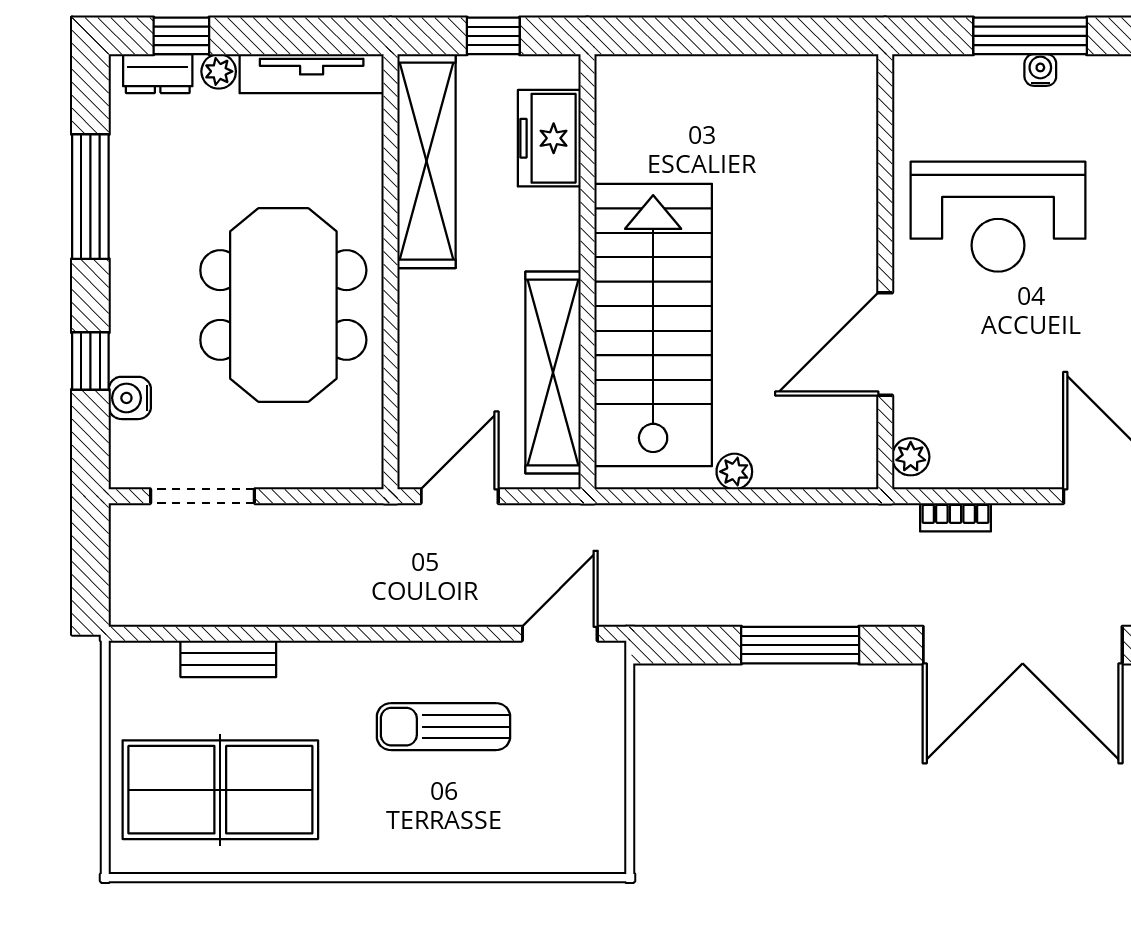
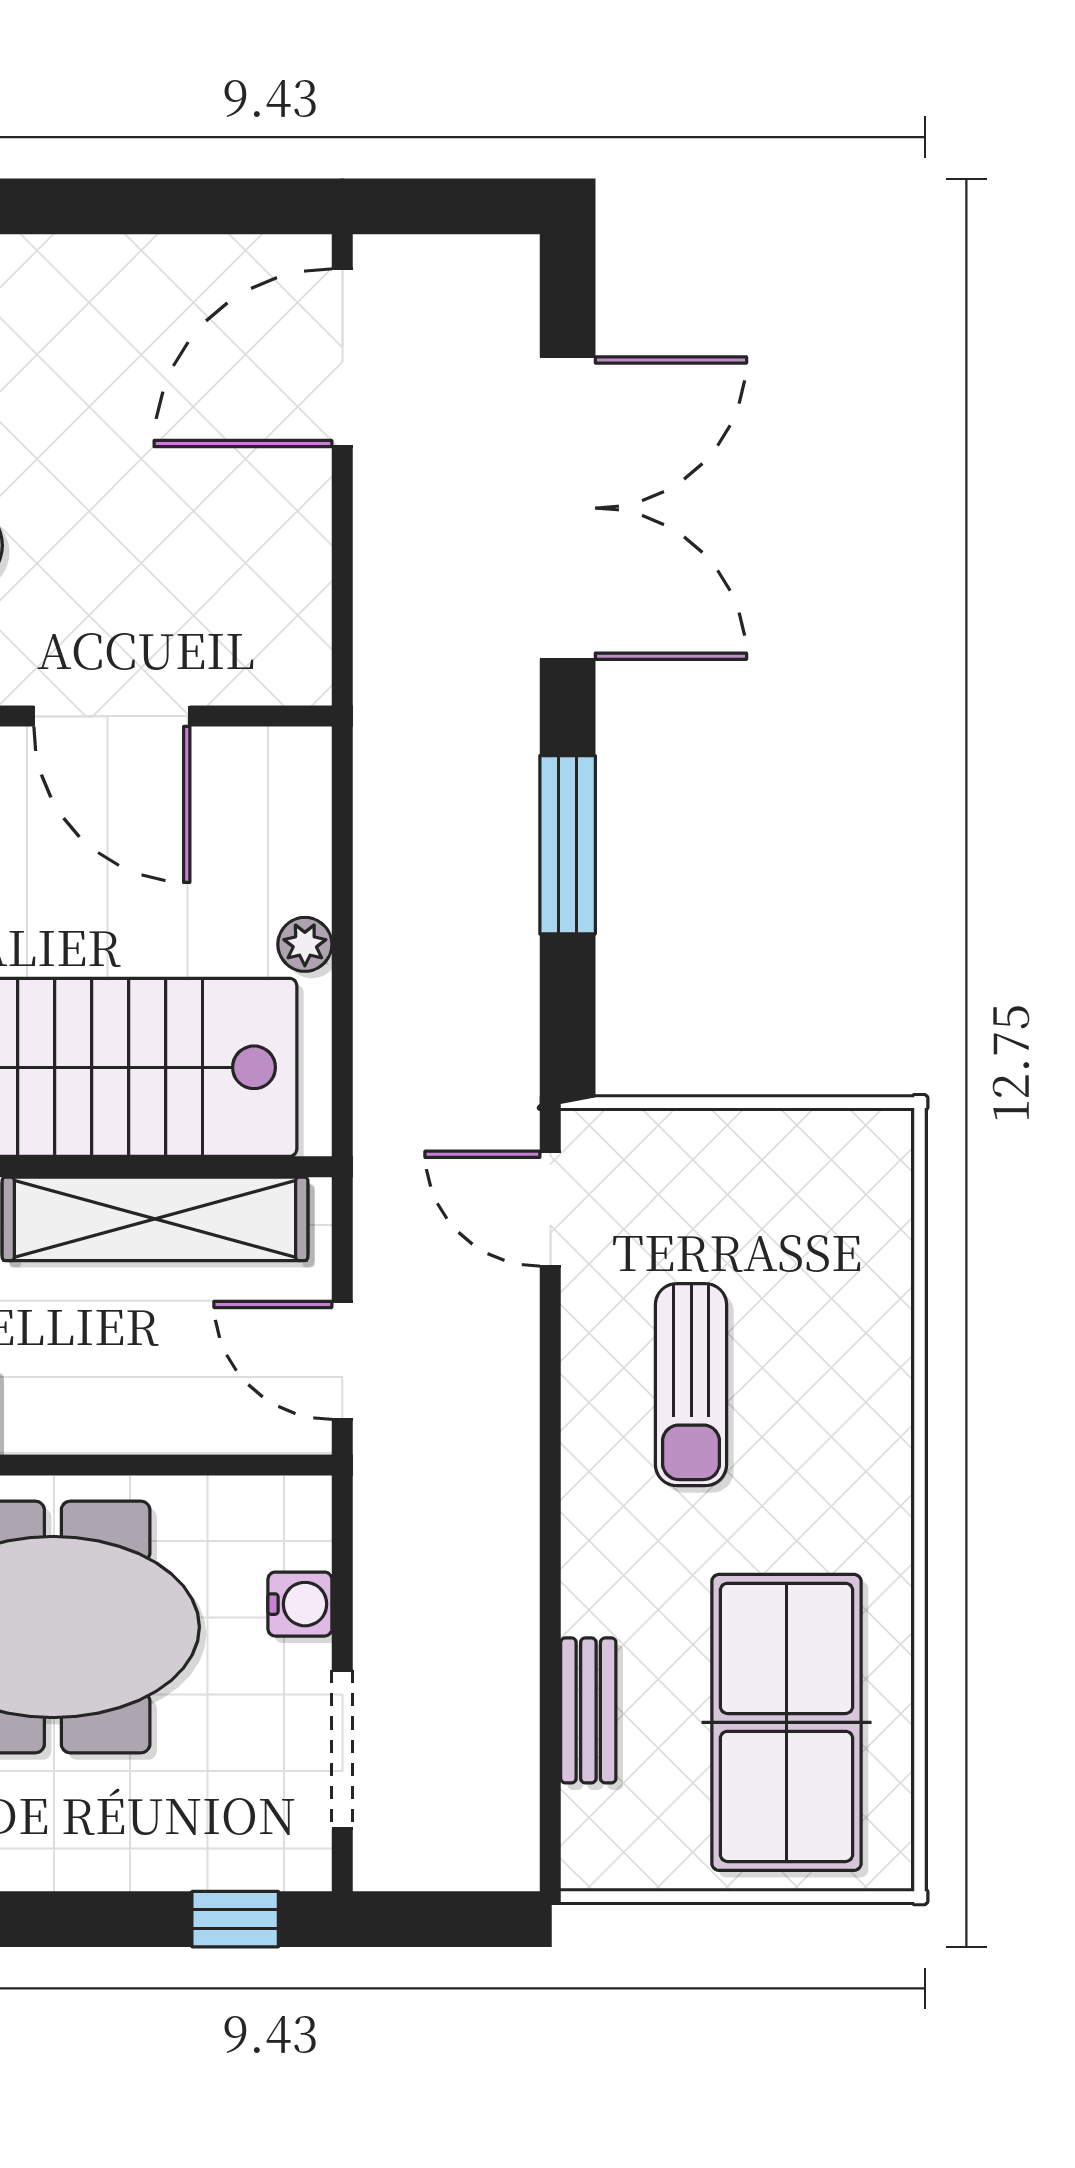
window: (90, 361) -> (235, 1919), moved
water cooler: (130, 398) -> (300, 1604), moved, turned -90
plant: (911, 457) -> (283, 677), removed
bookcase: (956, 517) -> (374, 610), removed

